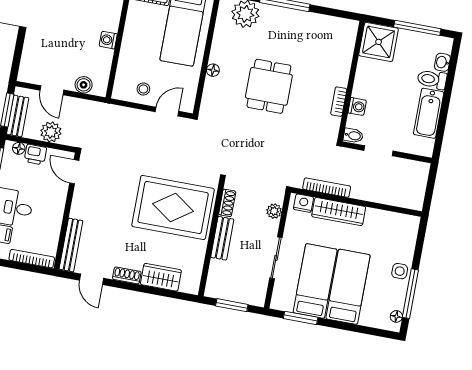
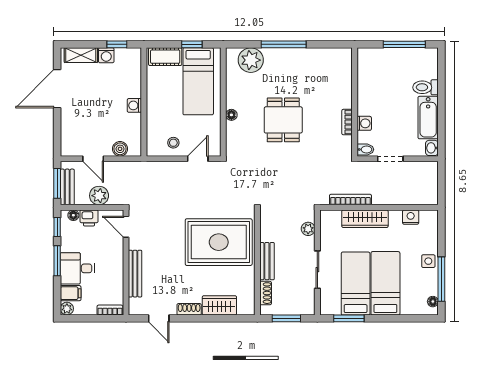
shower: (379, 42) -> (372, 63), removed
washbasin: (442, 62) -> (432, 148), moved
shoe rack: (227, 203) -> (266, 293), moved
nightstand: (304, 203) -> (411, 217), moved
bench: (71, 245) -> (135, 274), moved
bookcase: (32, 259) -> (110, 310), width x0.64

